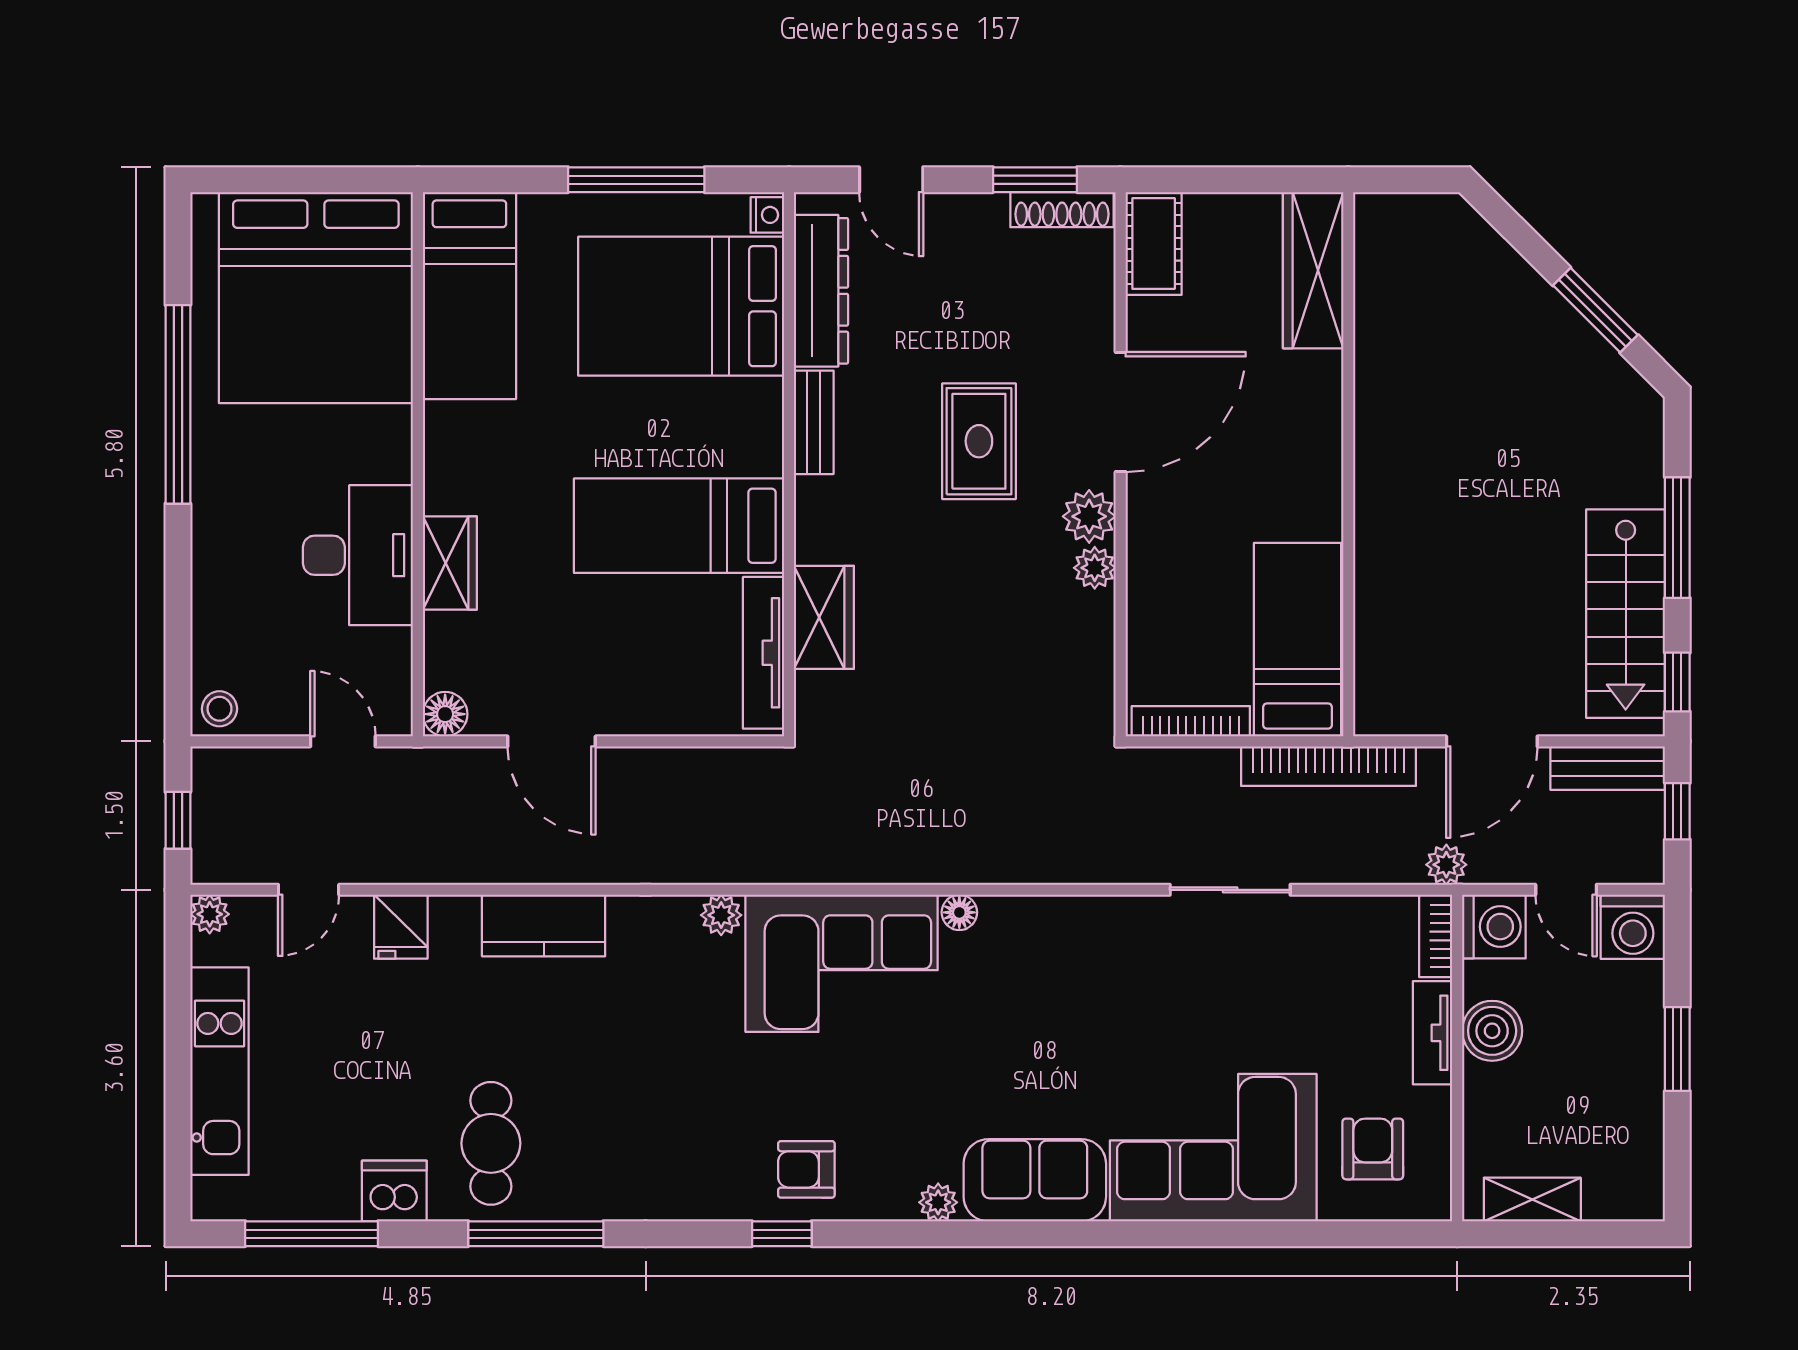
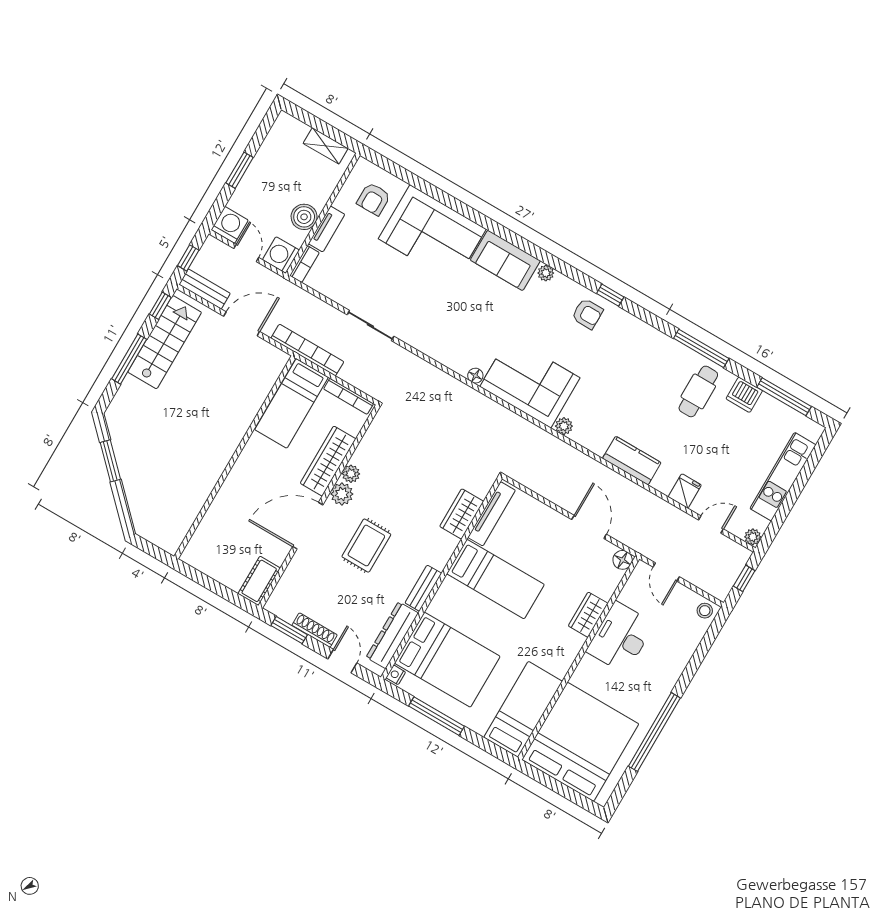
shoe rack: (1062, 210) -> (315, 630), moved
wardrobe: (1313, 270) -> (328, 461), moved, turned 180
plant: (1446, 865) -> (285, 288), removed

